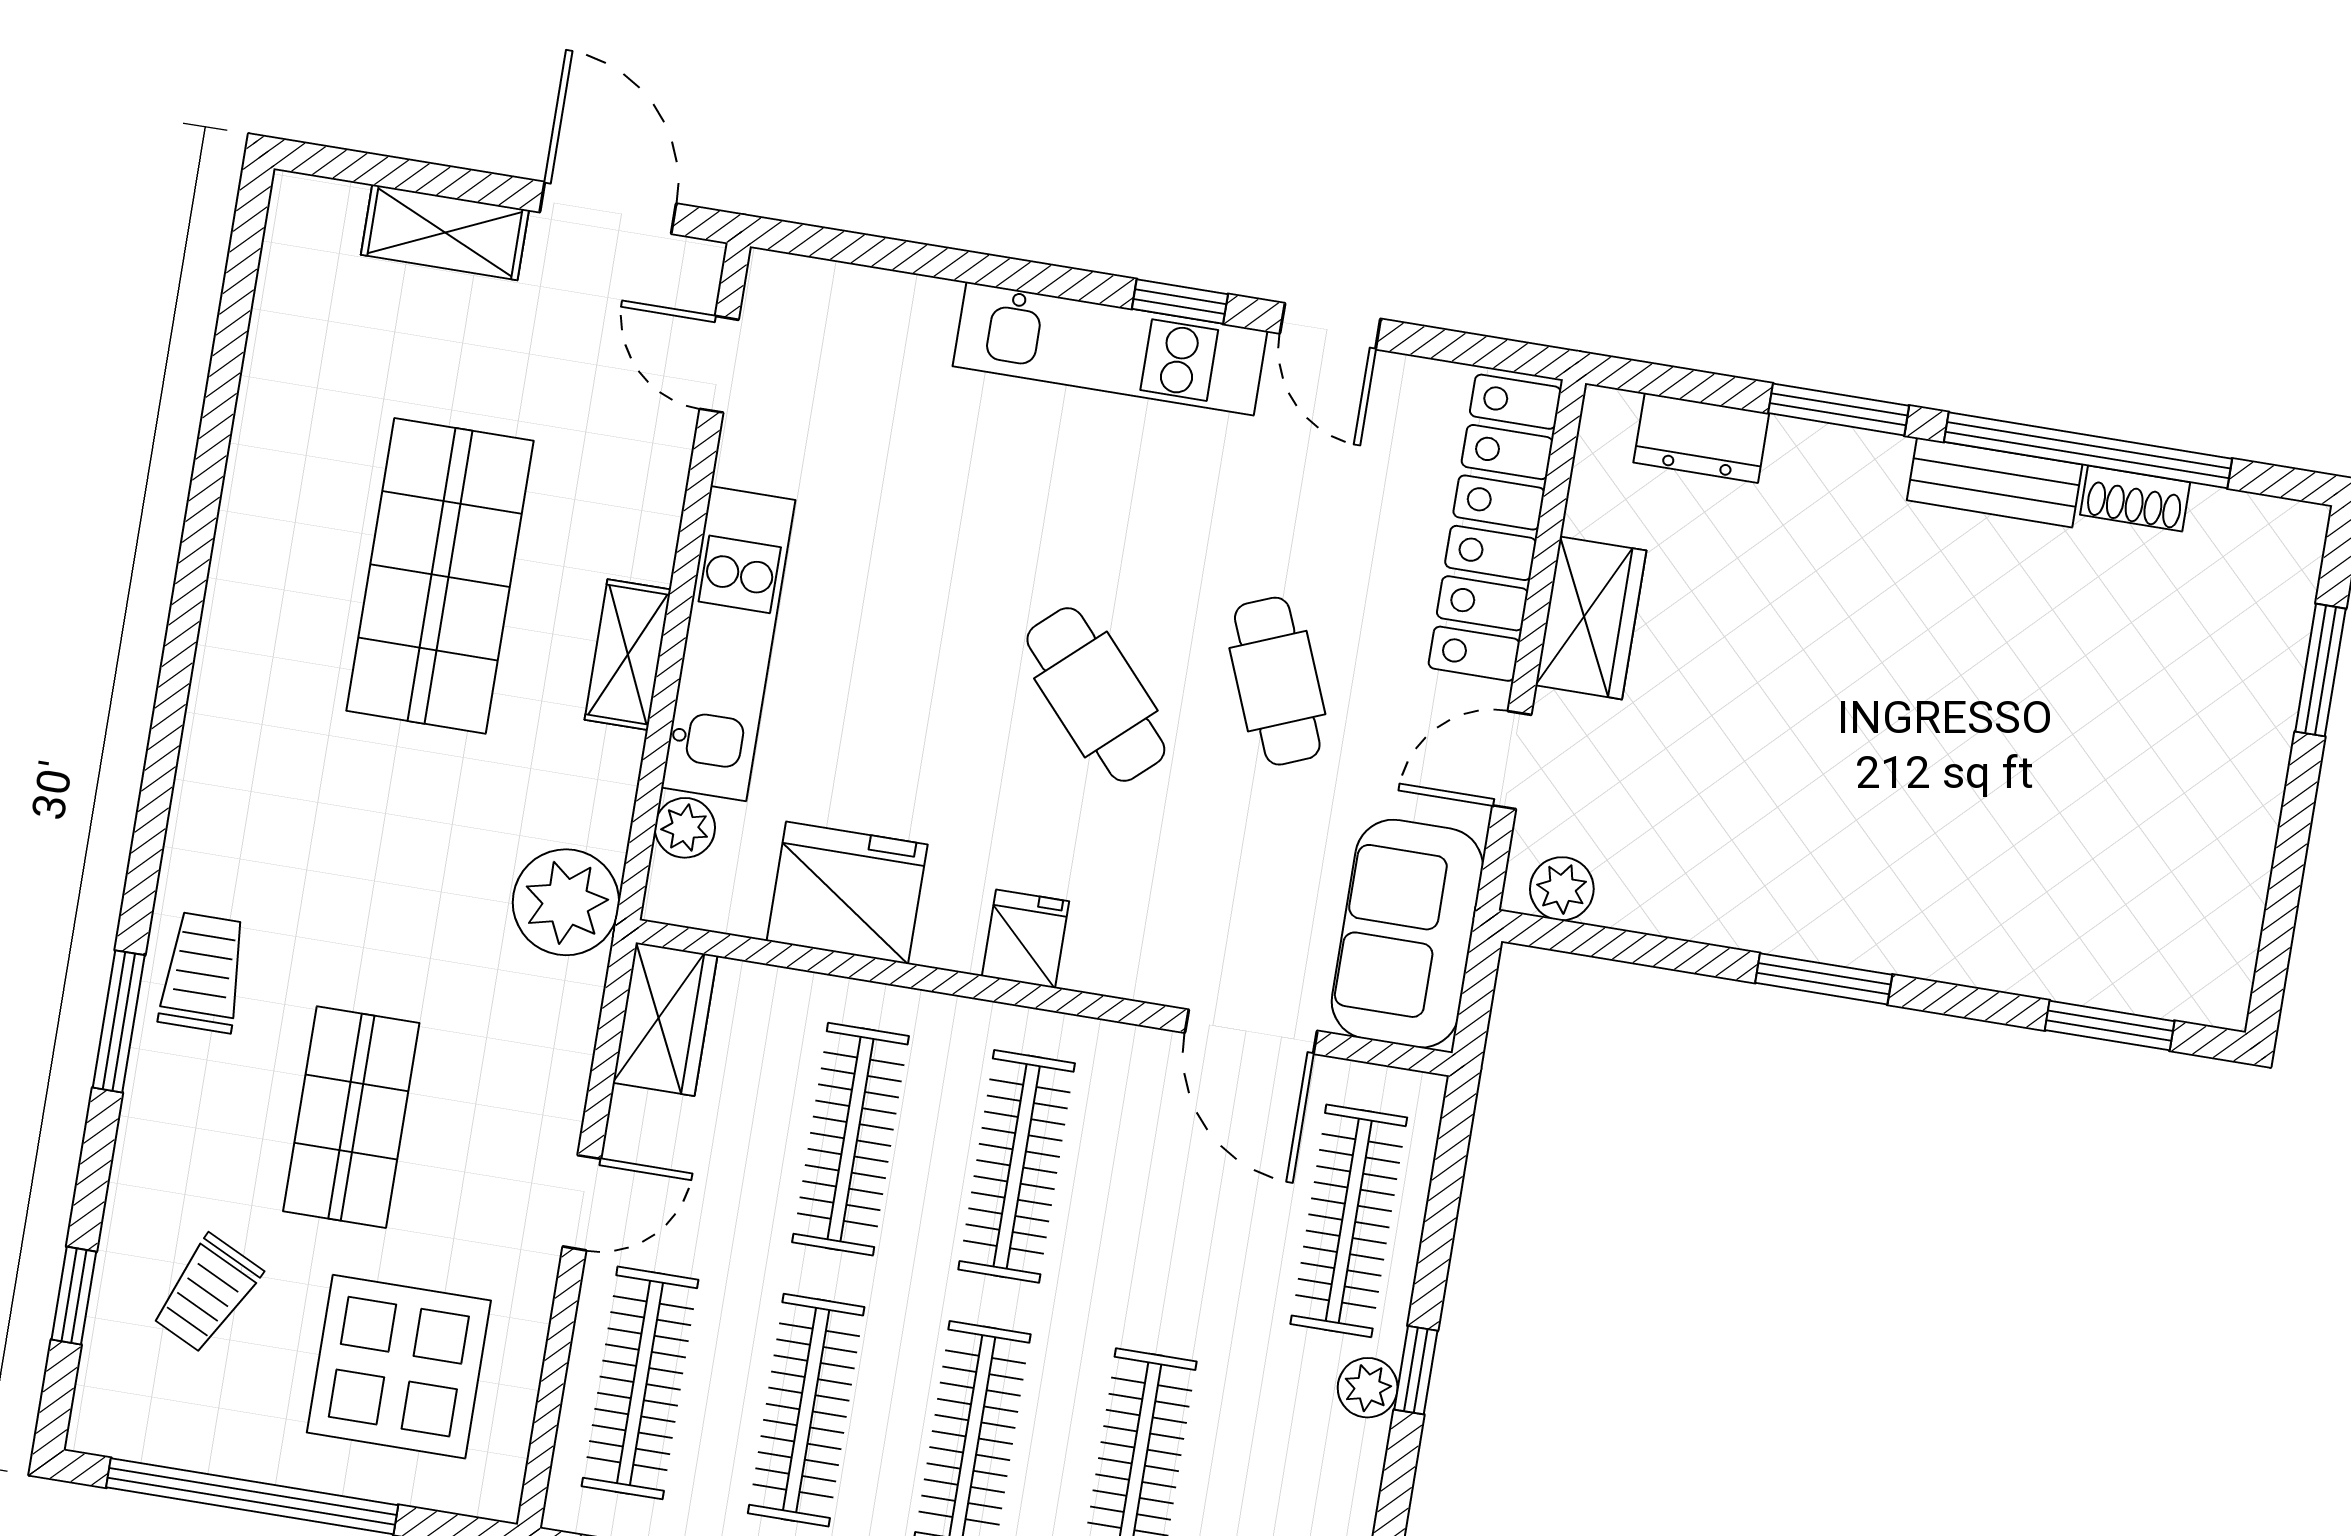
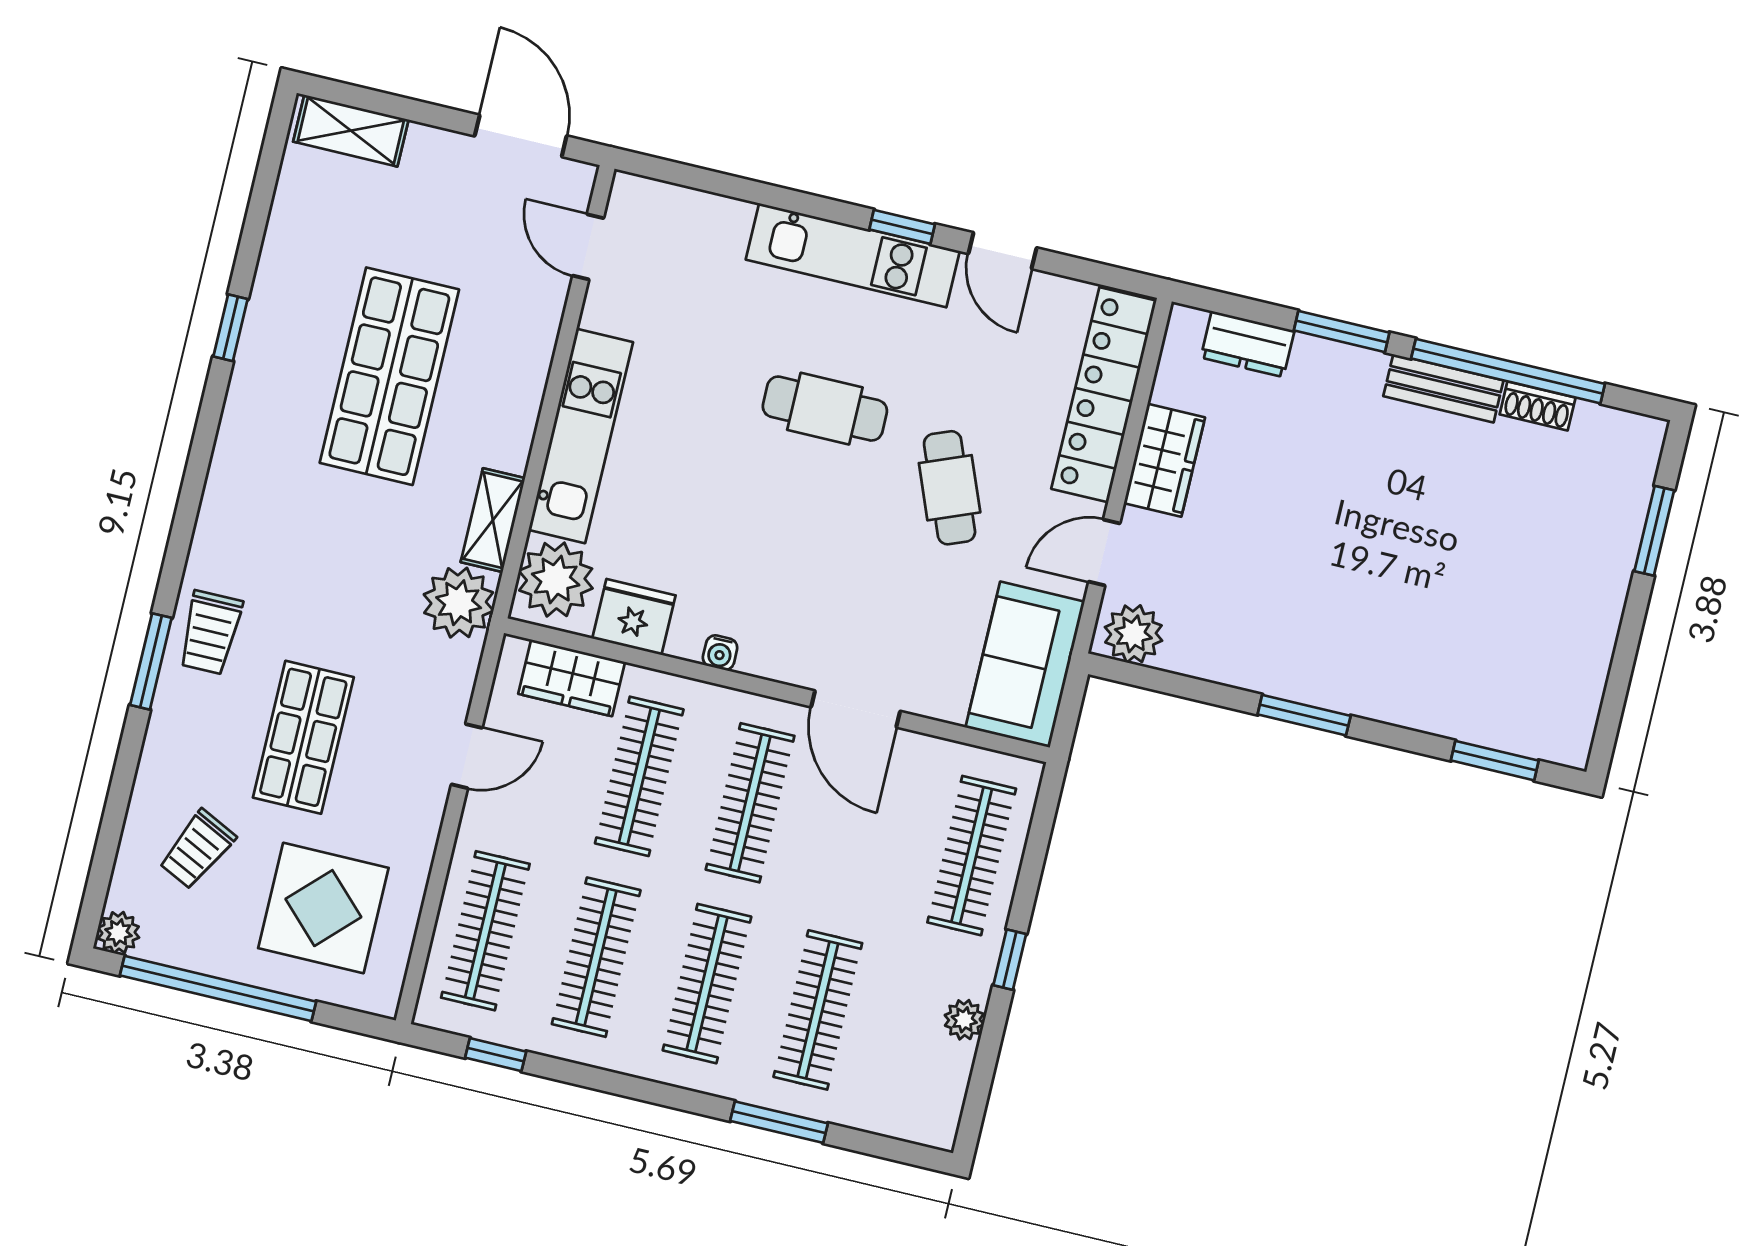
shelving: (445, 232) -> (351, 131), moved
shelving: (628, 655) -> (493, 520), moved
cafe table: (1096, 695) -> (825, 409), moved, turned -48
plant: (685, 828) -> (556, 580), width x1.88, depth x1.88
plant: (1562, 889) -> (1133, 634), width x1.38, depth x1.38
fridge: (847, 893) -> (634, 617), width x0.73, depth x0.75
fridge: (1025, 939) -> (767, 650), removed
water cooler: (957, 948) -> (720, 653), added
trolley: (203, 973) -> (210, 633), turned 180
wardrobe: (665, 1019) -> (572, 678), moved, turned 90
door: (1251, 1032) -> (856, 709), moved
door: (582, 1203) -> (467, 756), moved
window: (74, 1296) -> (230, 328), moved
plant: (1368, 1388) -> (964, 1020), moved
plant: (100, 1424) -> (119, 933), added

